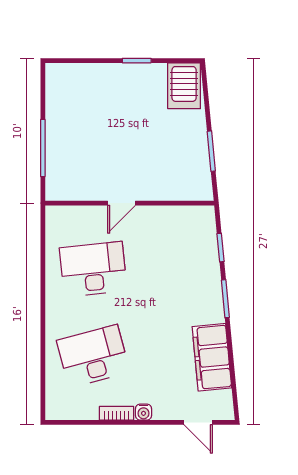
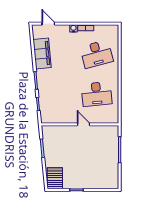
door: (122, 203) -> (84, 124), hinge flipped

